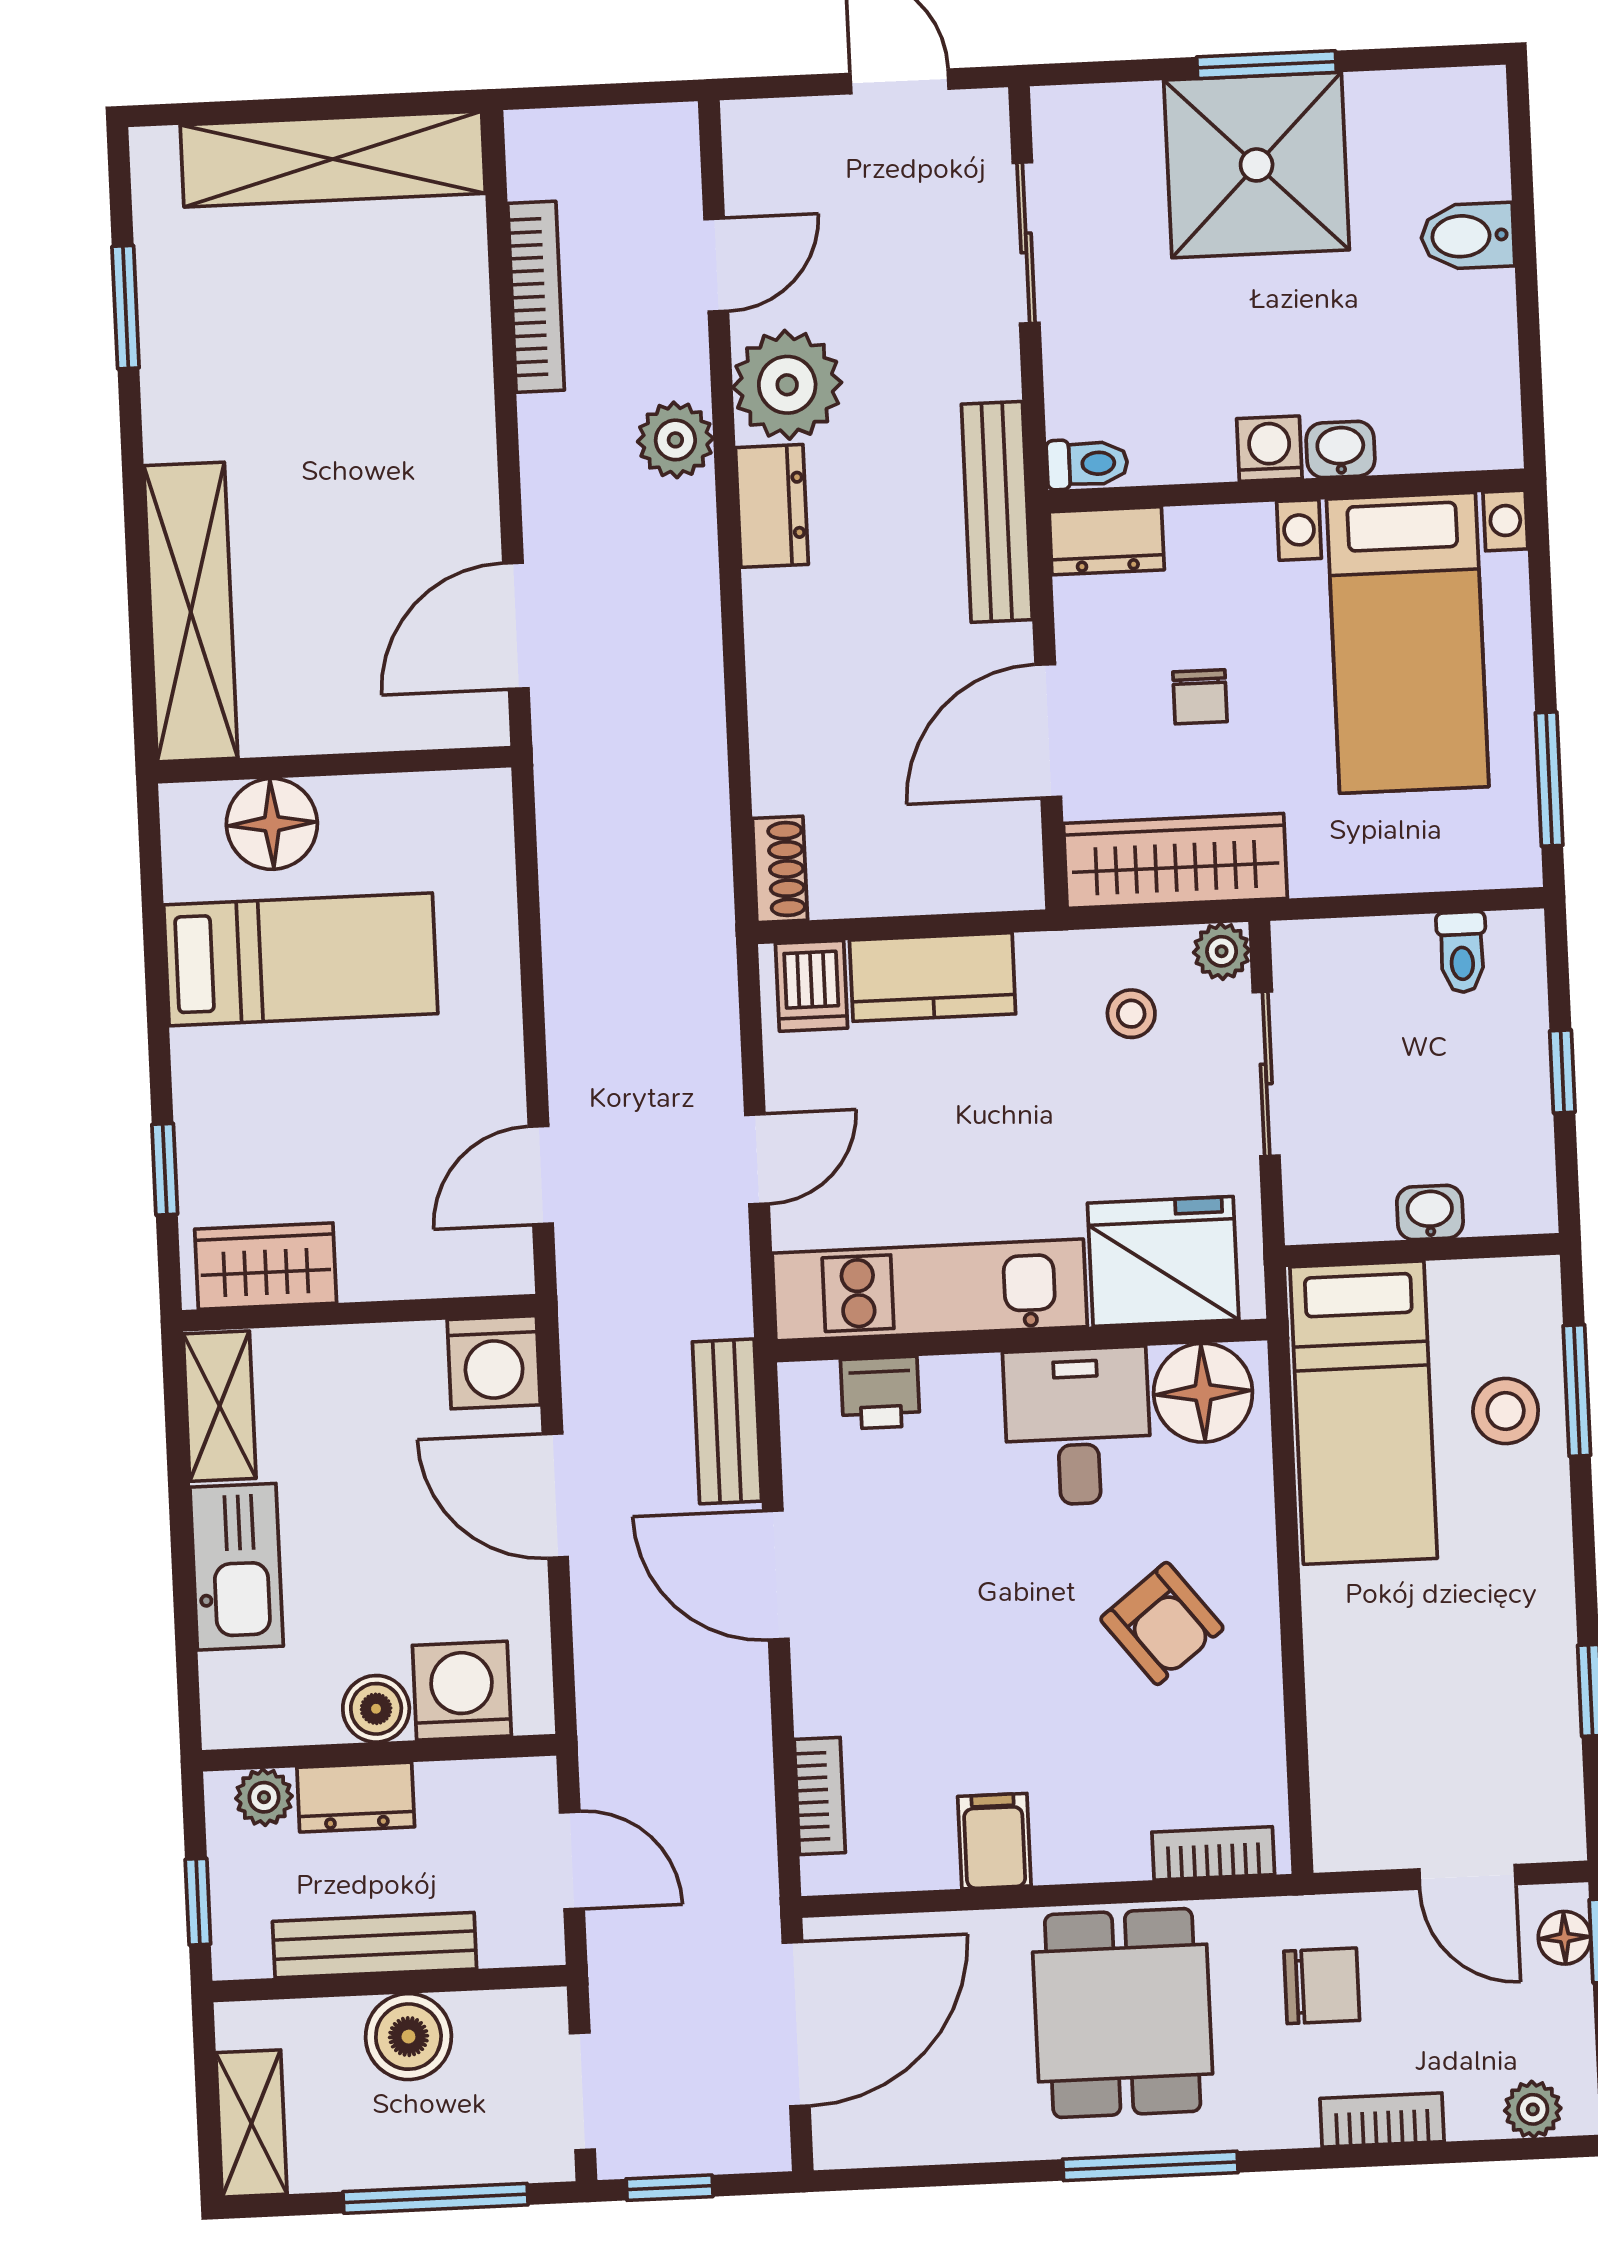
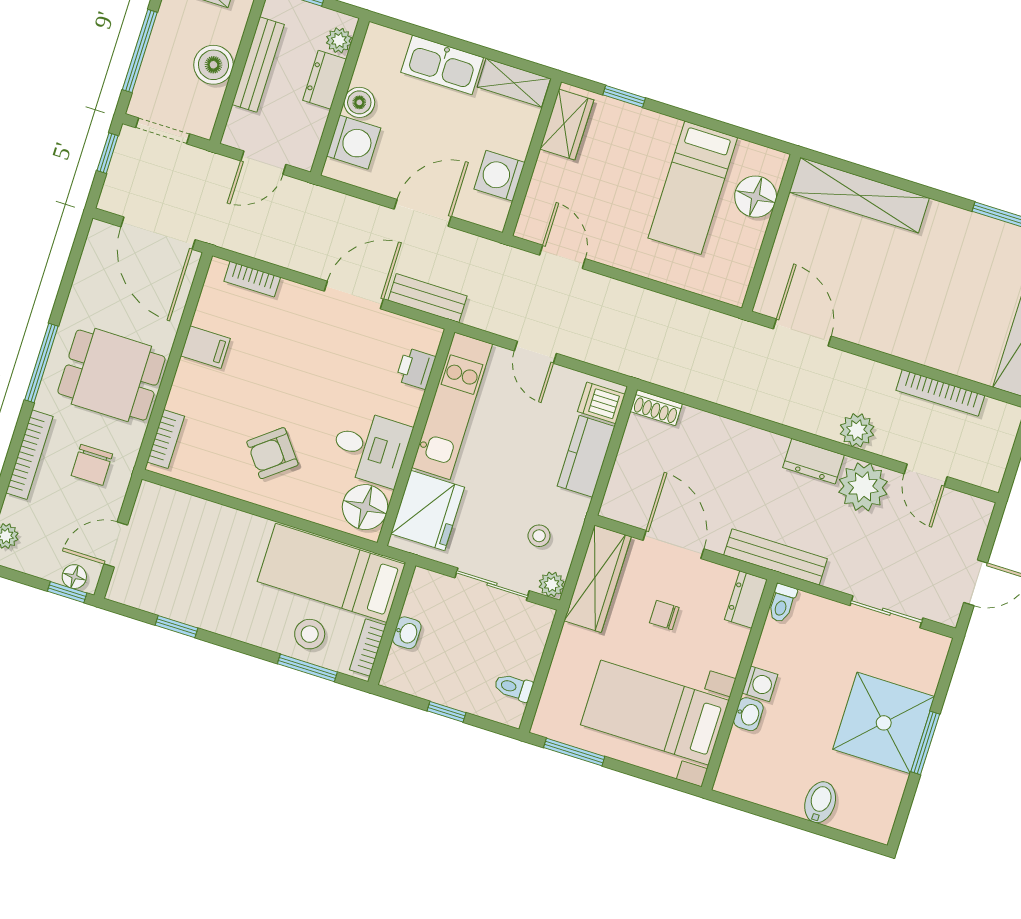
bookcase: (1489, 1281) -> (368, 647), added
washing machine: (494, 1362) -> (499, 176), moved
bookcase: (1382, 2120) -> (29, 455), width x1.56

